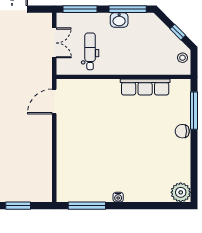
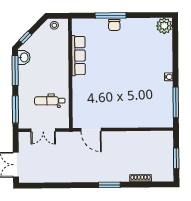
washbasin: (119, 20) -> (24, 57), moved
window: (178, 32) -> (25, 37), moved
double door: (54, 43) -> (43, 130), swing flipped
window: (194, 111) -> (111, 15), moved

